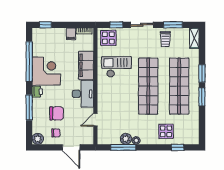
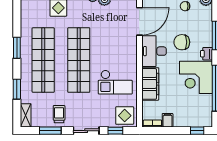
window: (202, 73) -> (17, 89), moved
chair: (57, 113) -> (182, 42), moved
door: (95, 120) -> (139, 21), width x1.88

